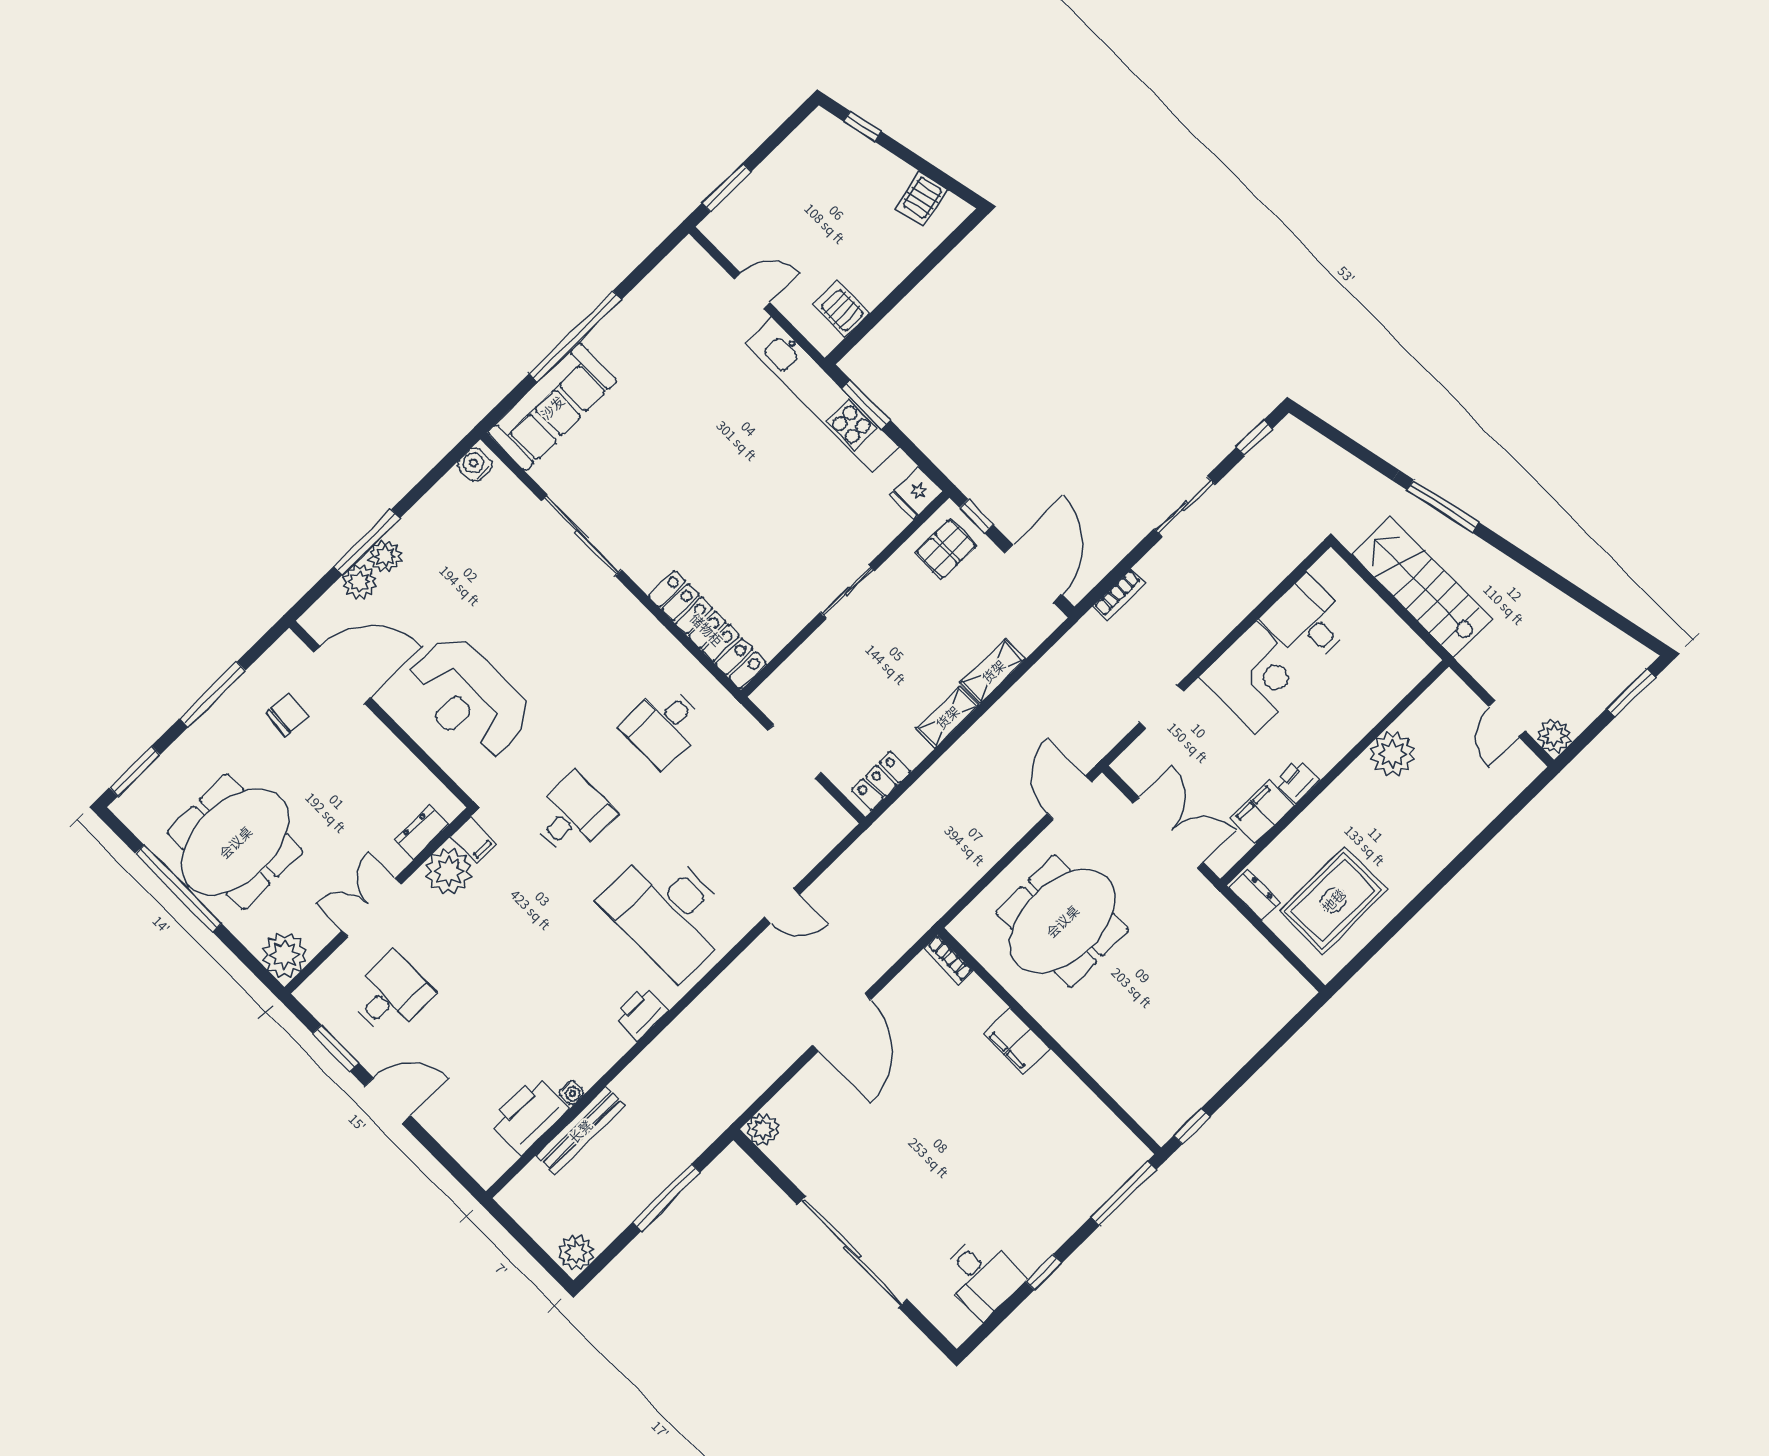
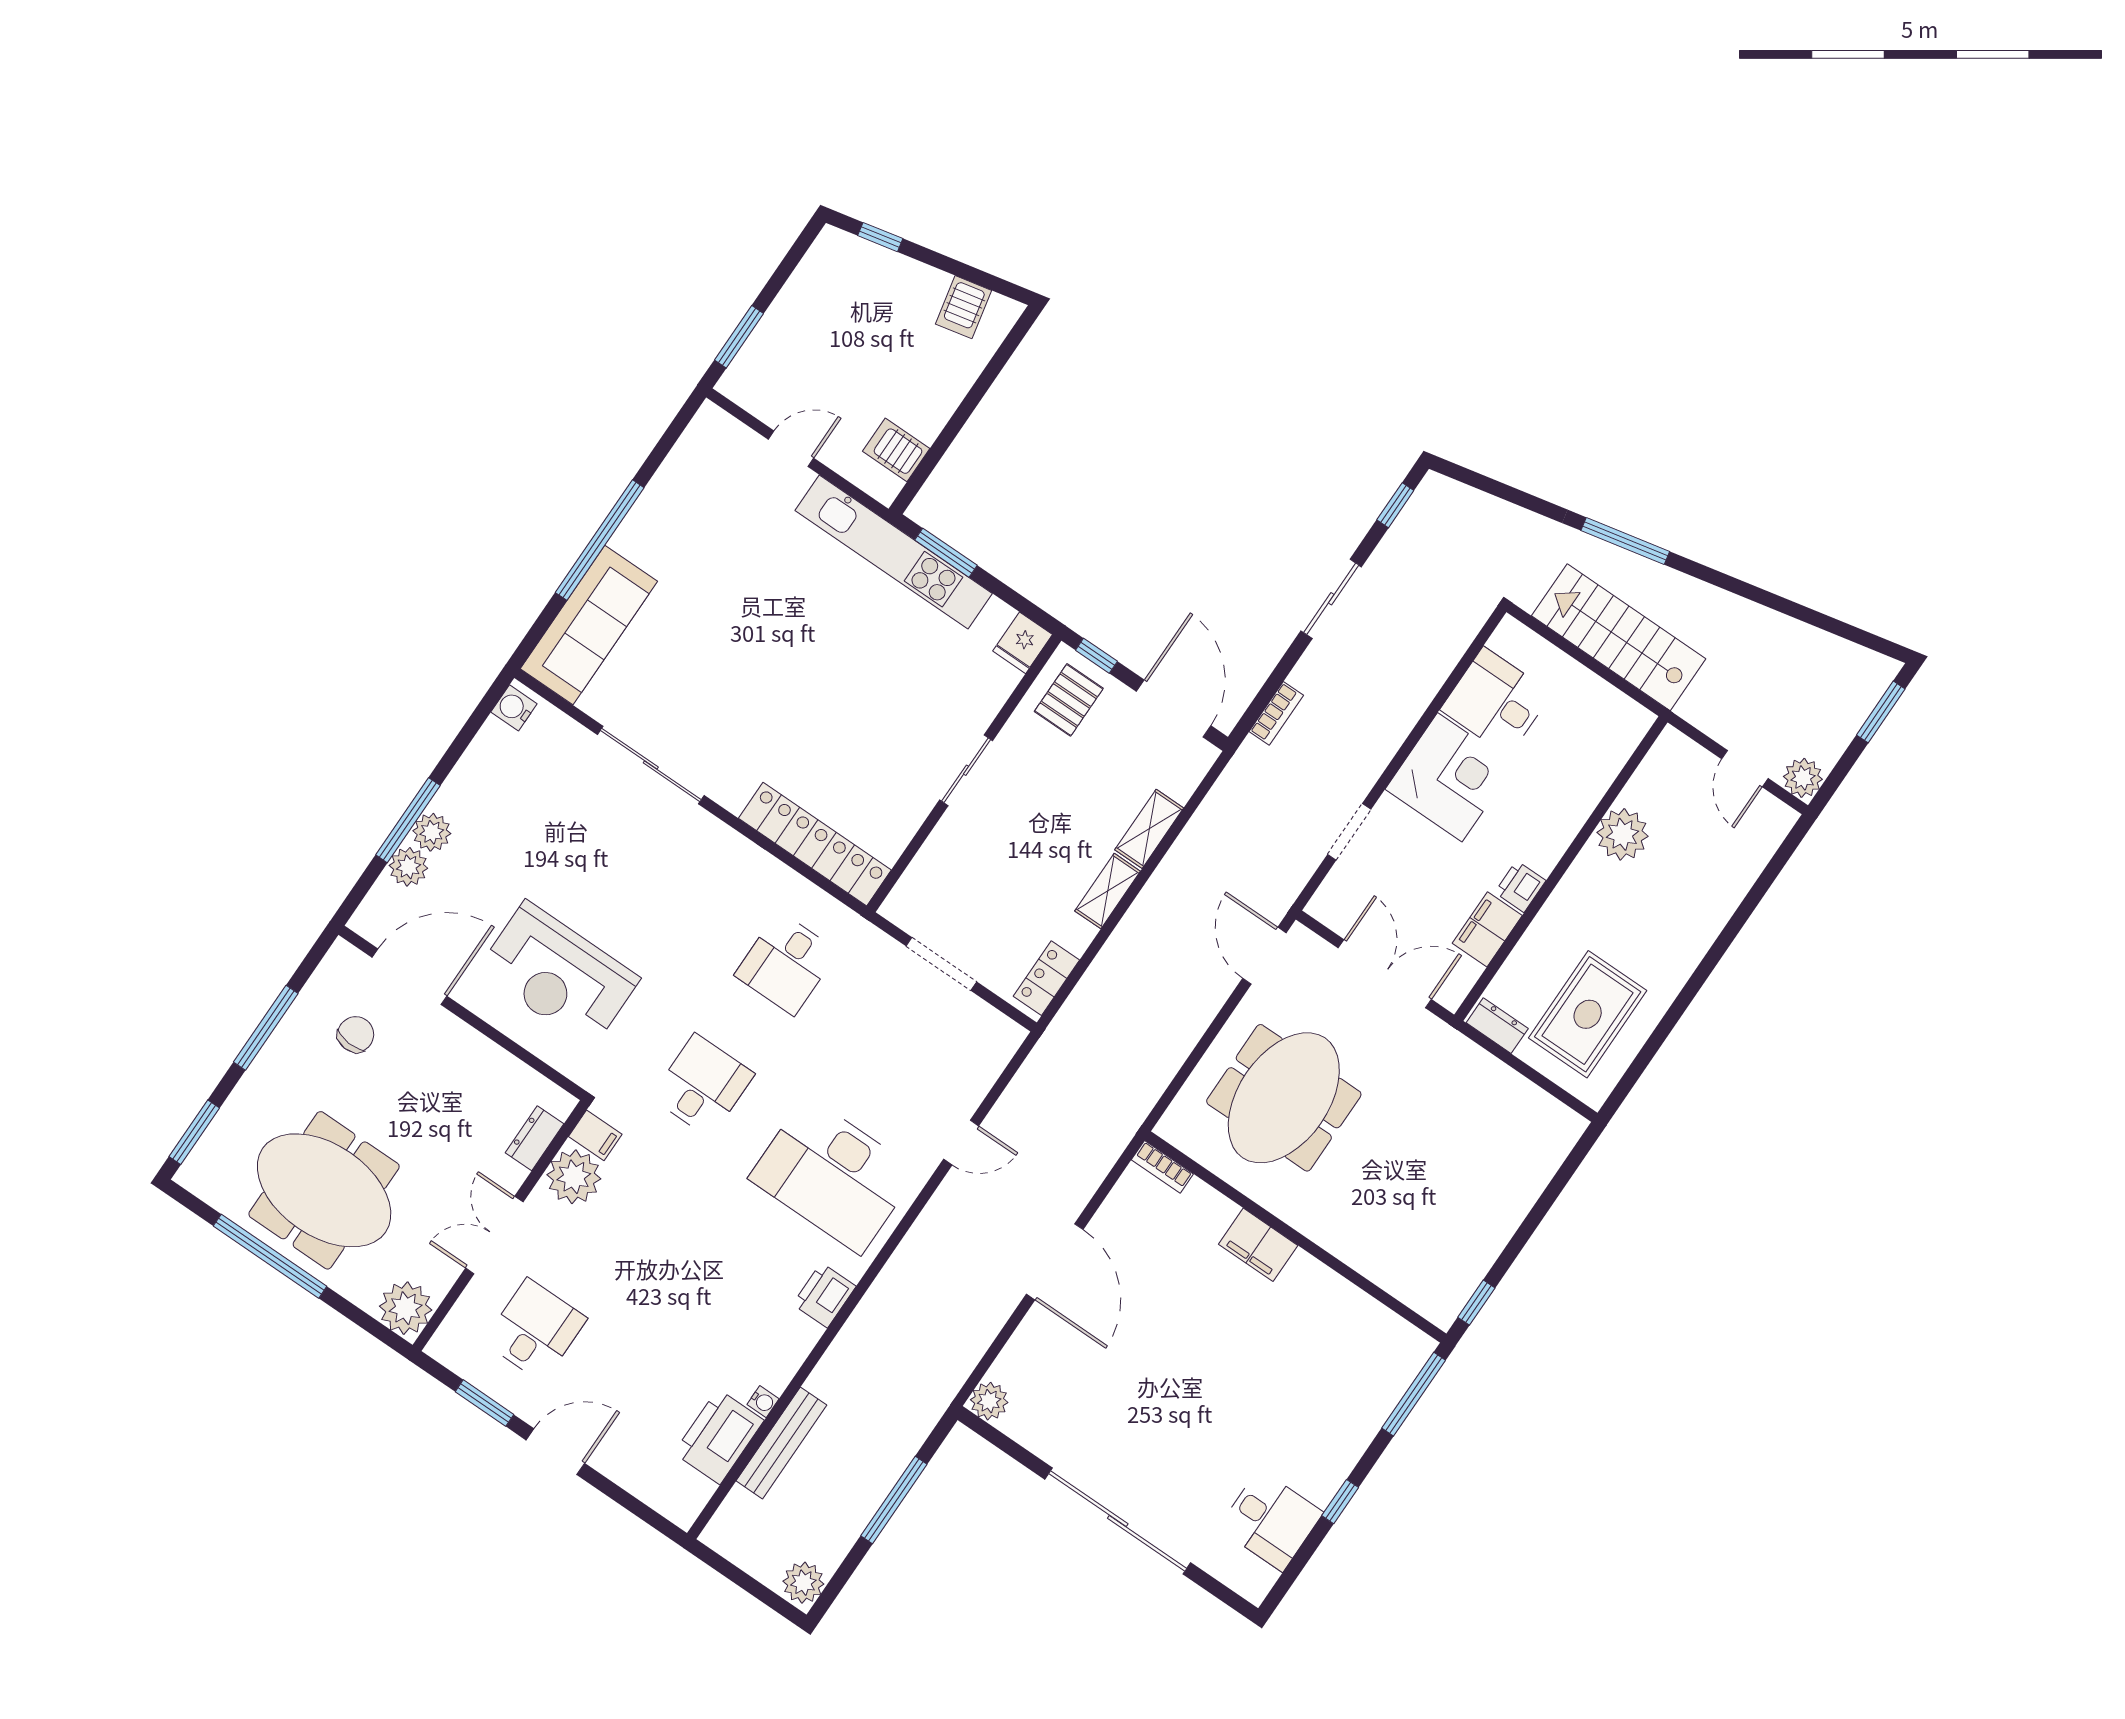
meeting table: (235, 842) -> (324, 1190), turned 90

